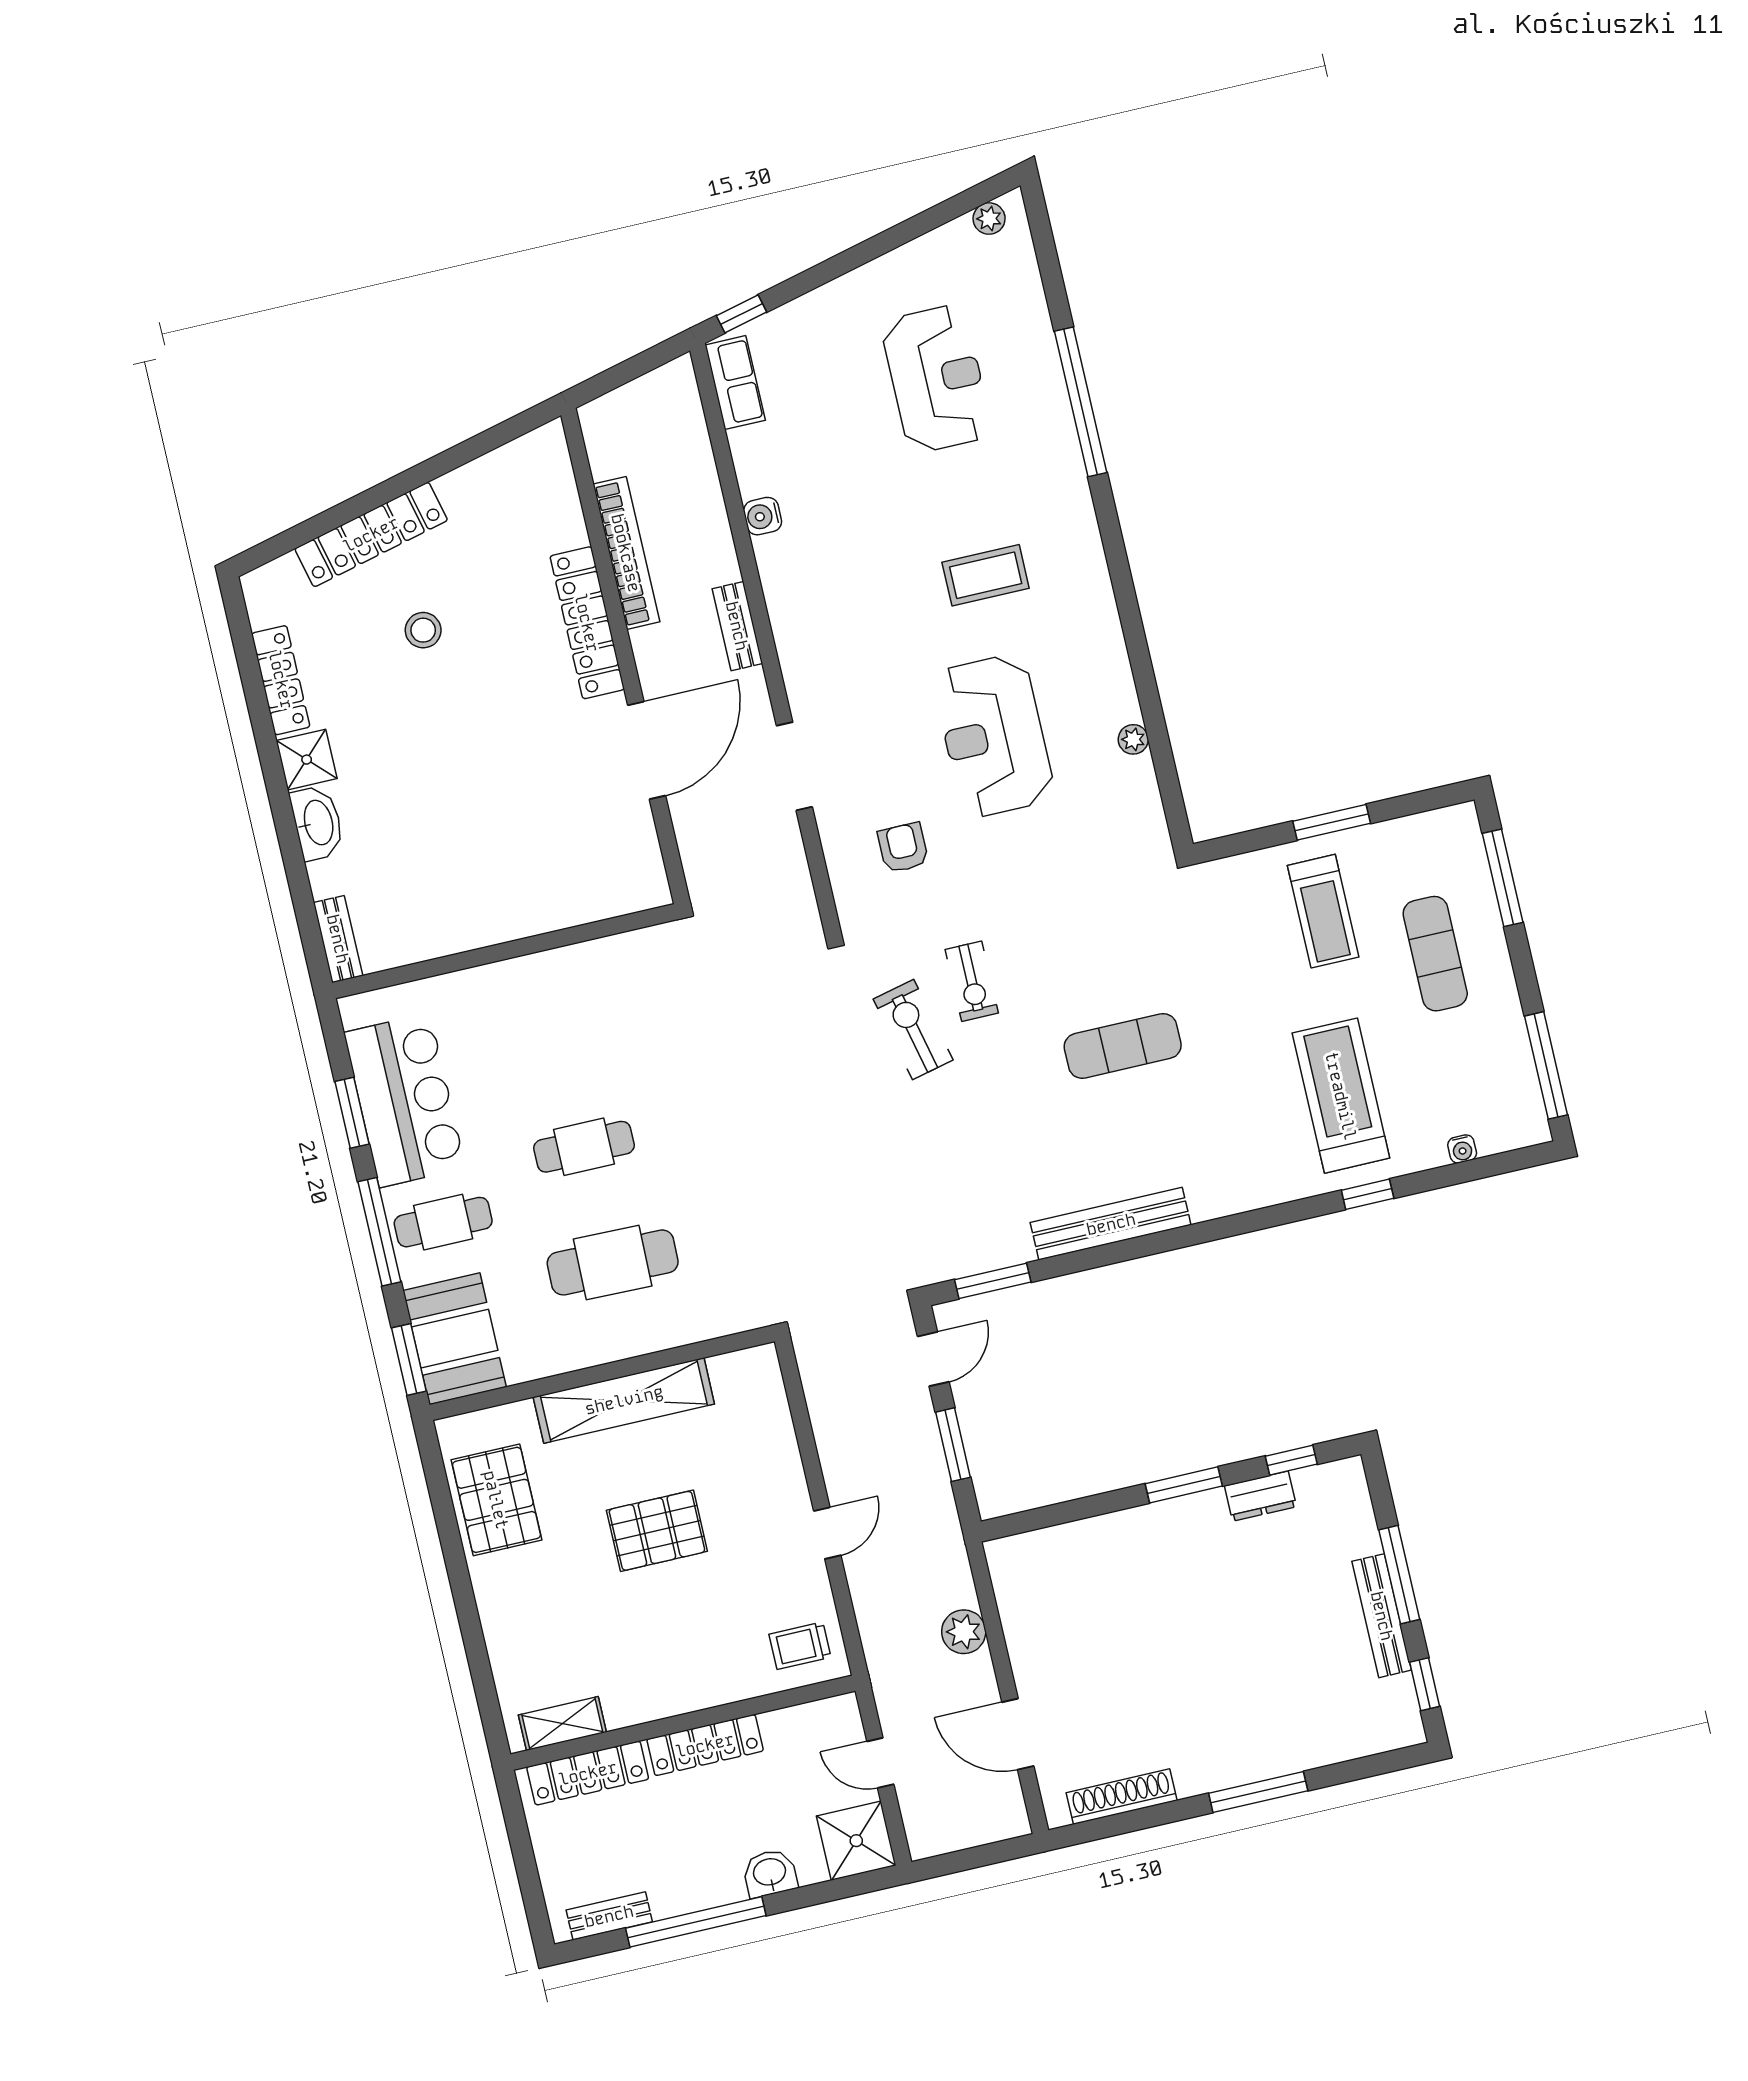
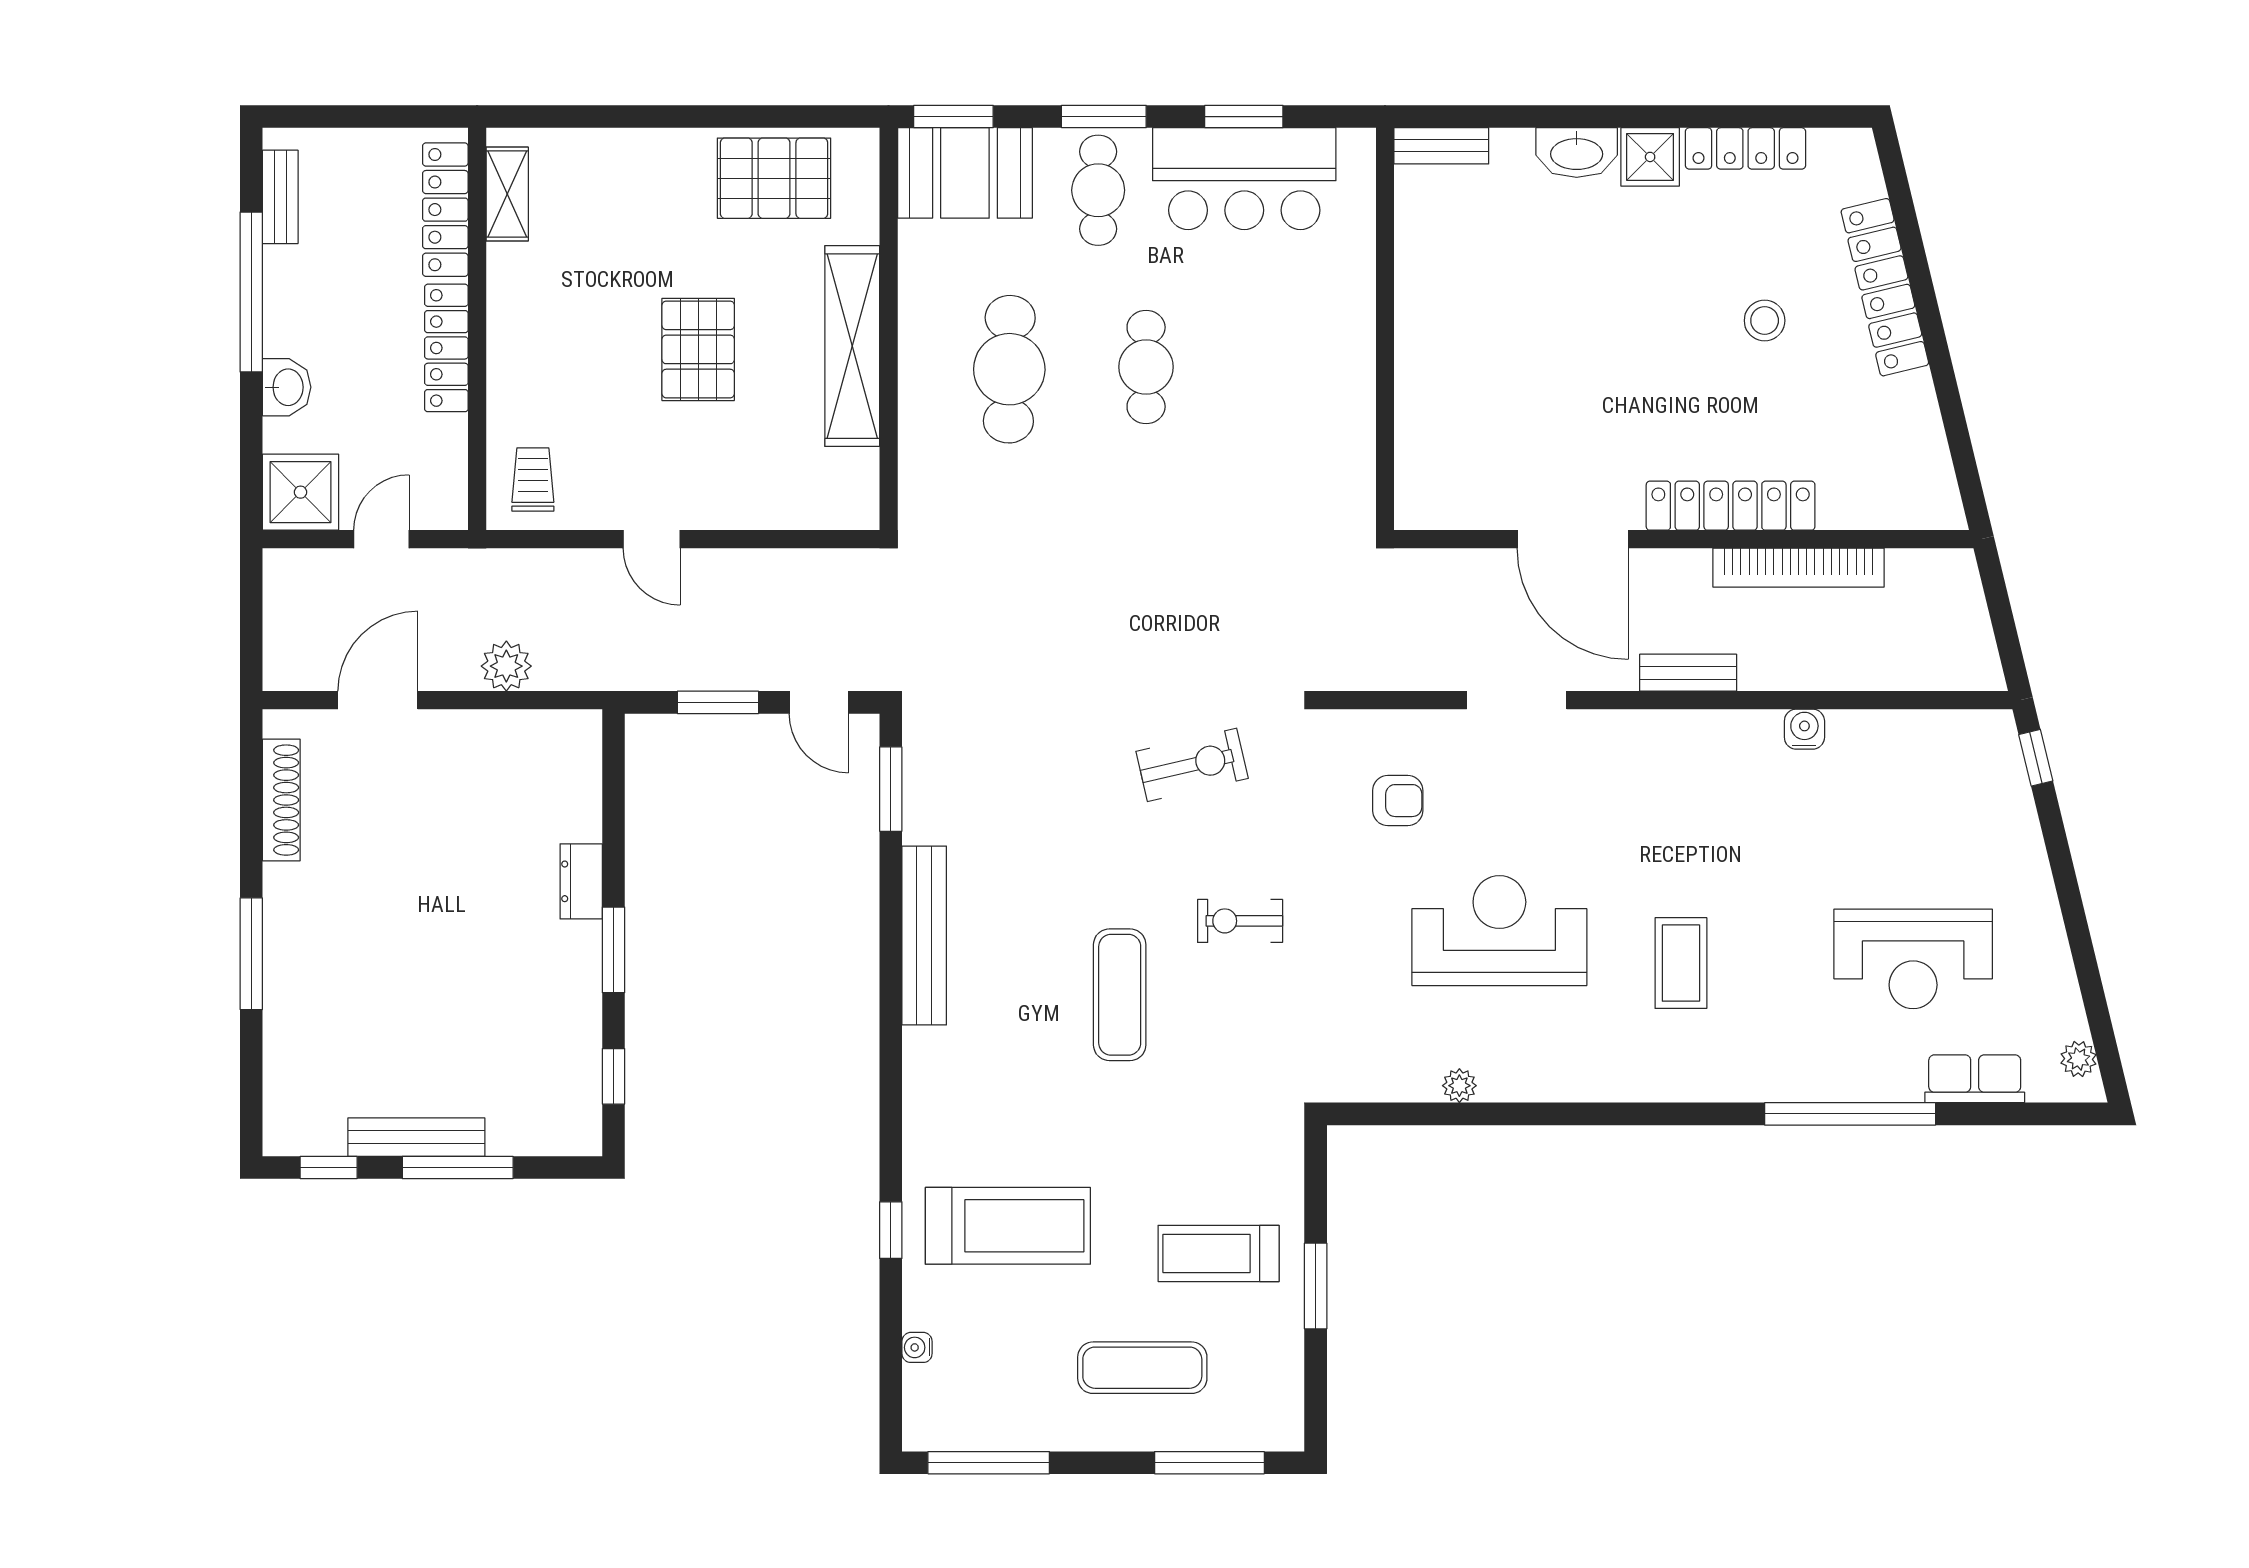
row of seats: (735, 383) -> (1975, 1079), moved, turned 180
exercise bike: (972, 981) -> (1240, 921), moved
window: (379, 1232) -> (1104, 117), width x0.69
dresser: (1260, 1496) -> (581, 881), moved

